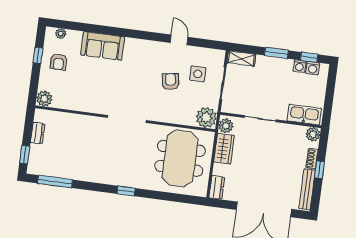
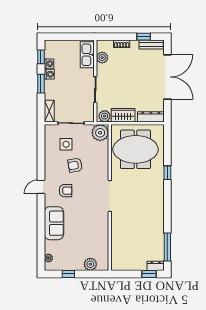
door: (179, 40) -> (41, 187), moved
armchair: (59, 62) -> (65, 191), moved
washing machine: (313, 68) -> (49, 74), moved
plant: (44, 99) -> (90, 264), moved
dresser: (38, 133) -> (156, 266), moved
plant: (313, 134) -> (102, 58), moved
window: (320, 170) -> (144, 37), moved
dresser: (217, 187) -> (151, 117), width x1.44
bench: (307, 189) -> (151, 45), width x0.73
window: (126, 191) -> (167, 173), moved

